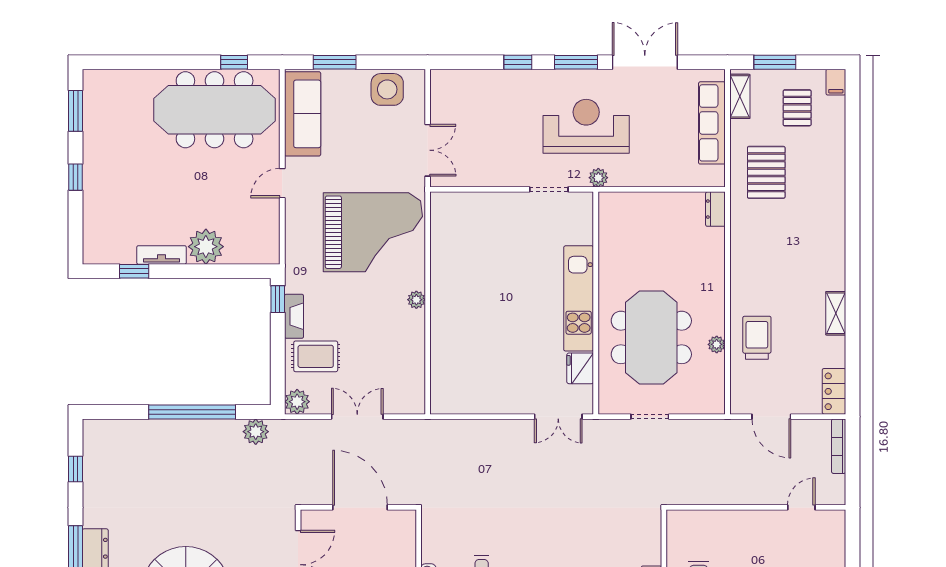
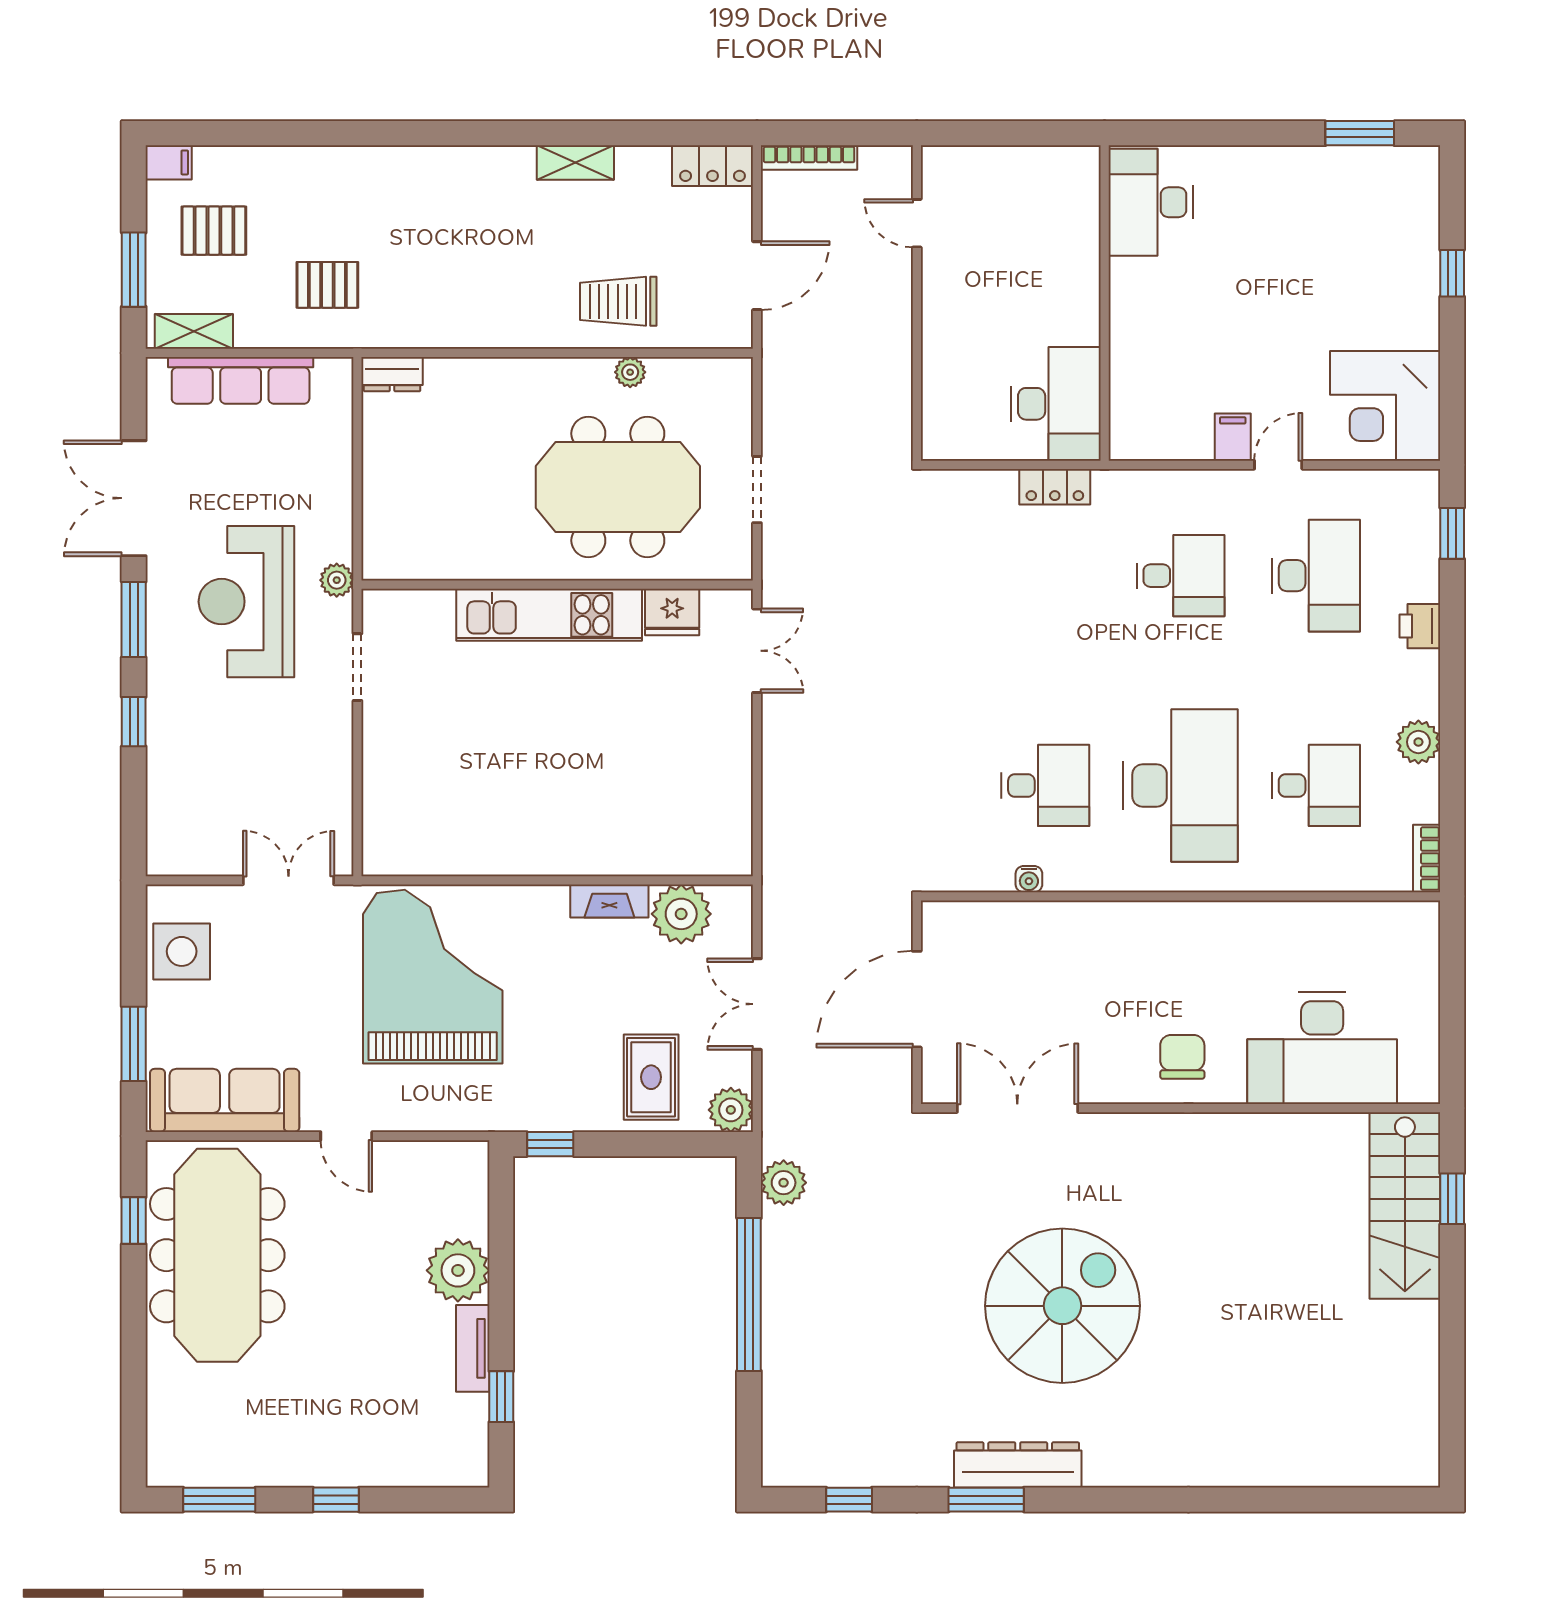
pallet: (766, 172) -> (327, 285), width x0.67, depth x0.71
plant: (416, 300) -> (681, 914), moved, width x1.88, depth x1.88
fireplace: (294, 316) -> (609, 901), moved, turned 180

